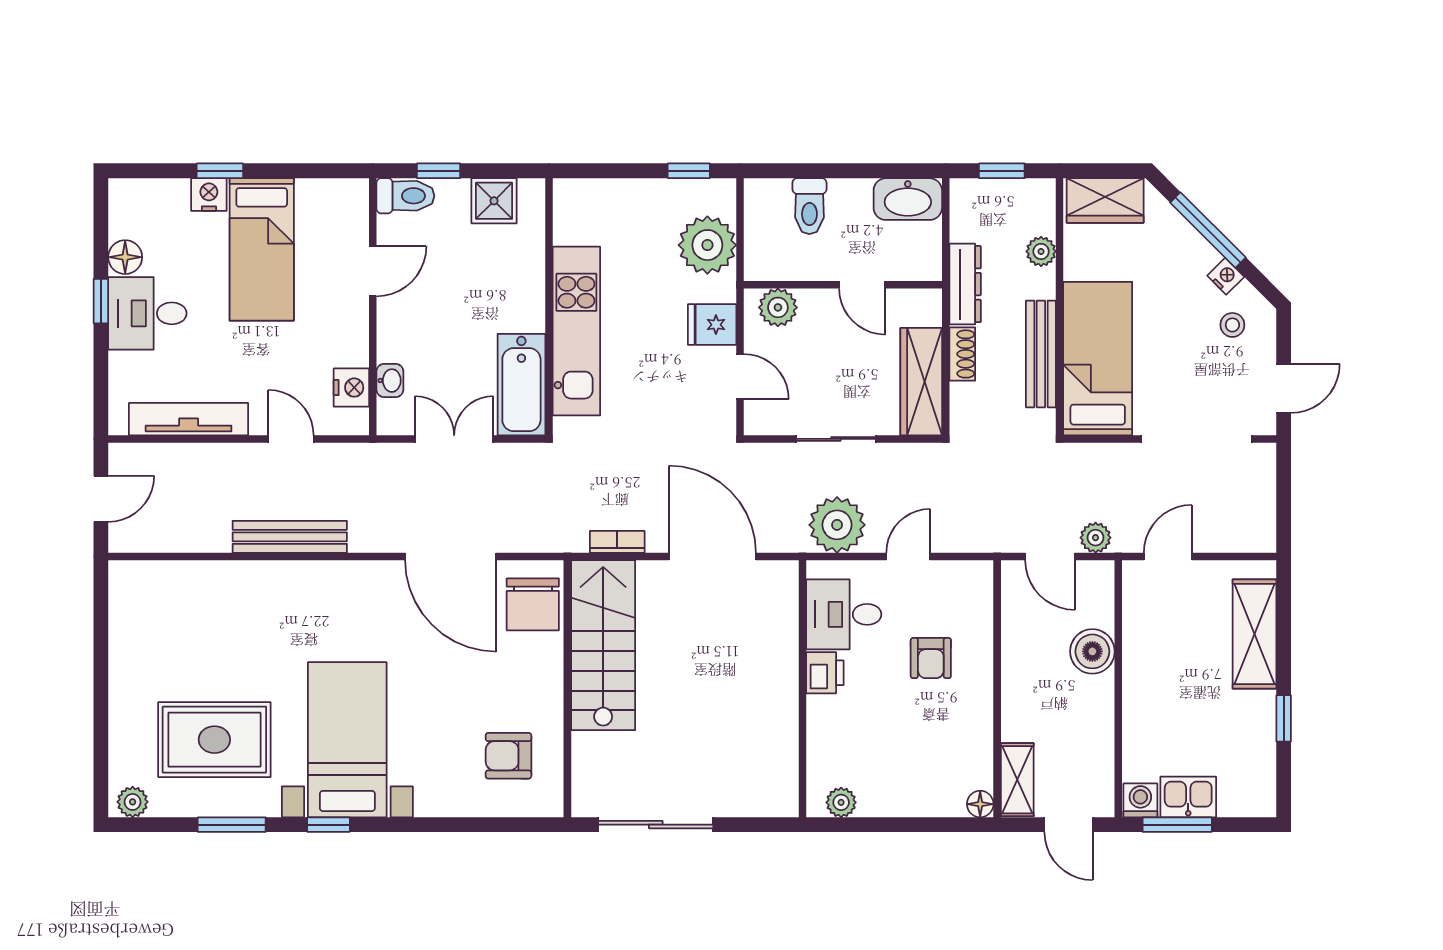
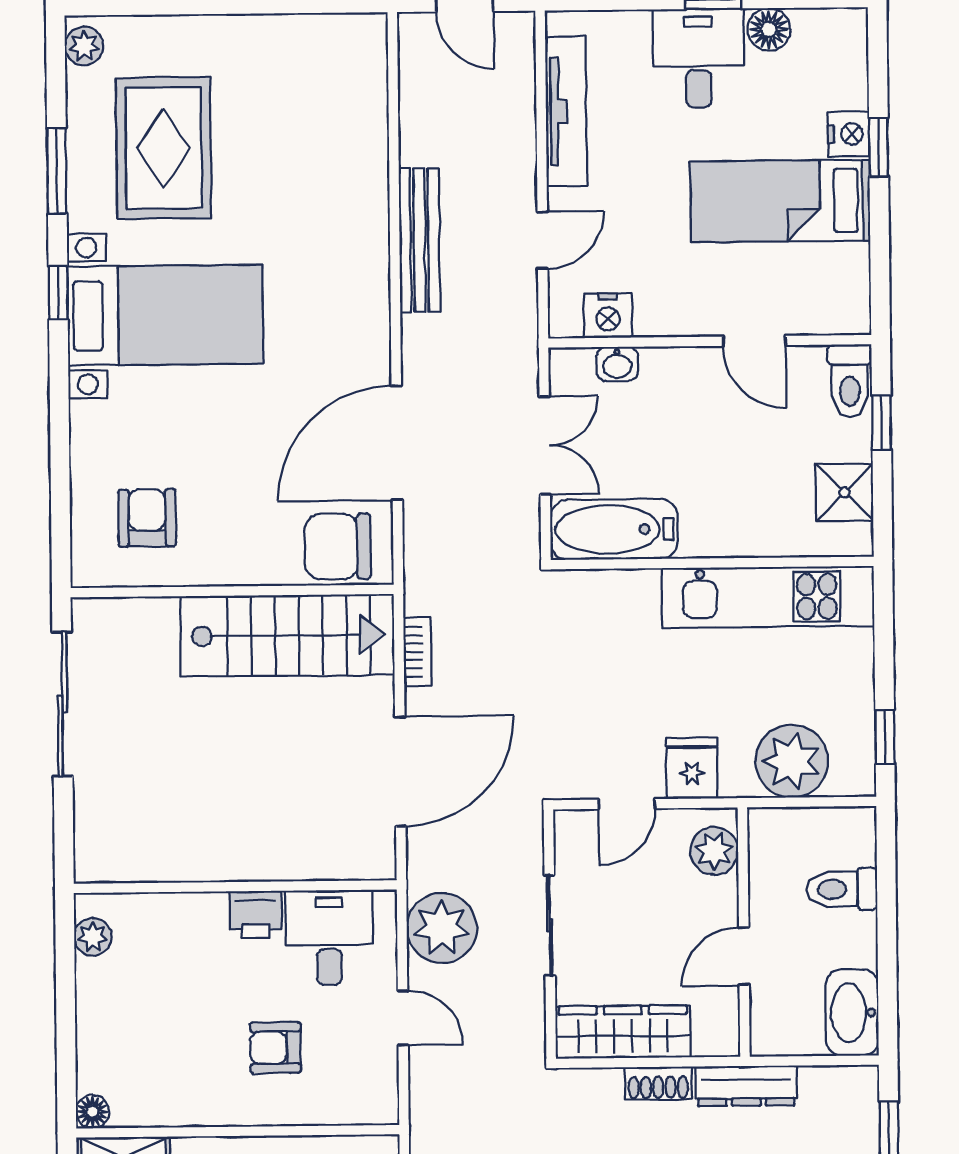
kitchen unit: (576, 331) -> (768, 597), moved

